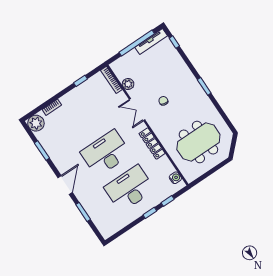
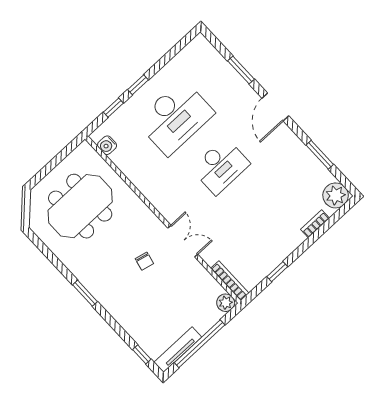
plant: (128, 84) -> (226, 303), moved
locker: (152, 143) -> (151, 192), removed
desk: (106, 153) -> (221, 166), width x0.73, depth x0.77

